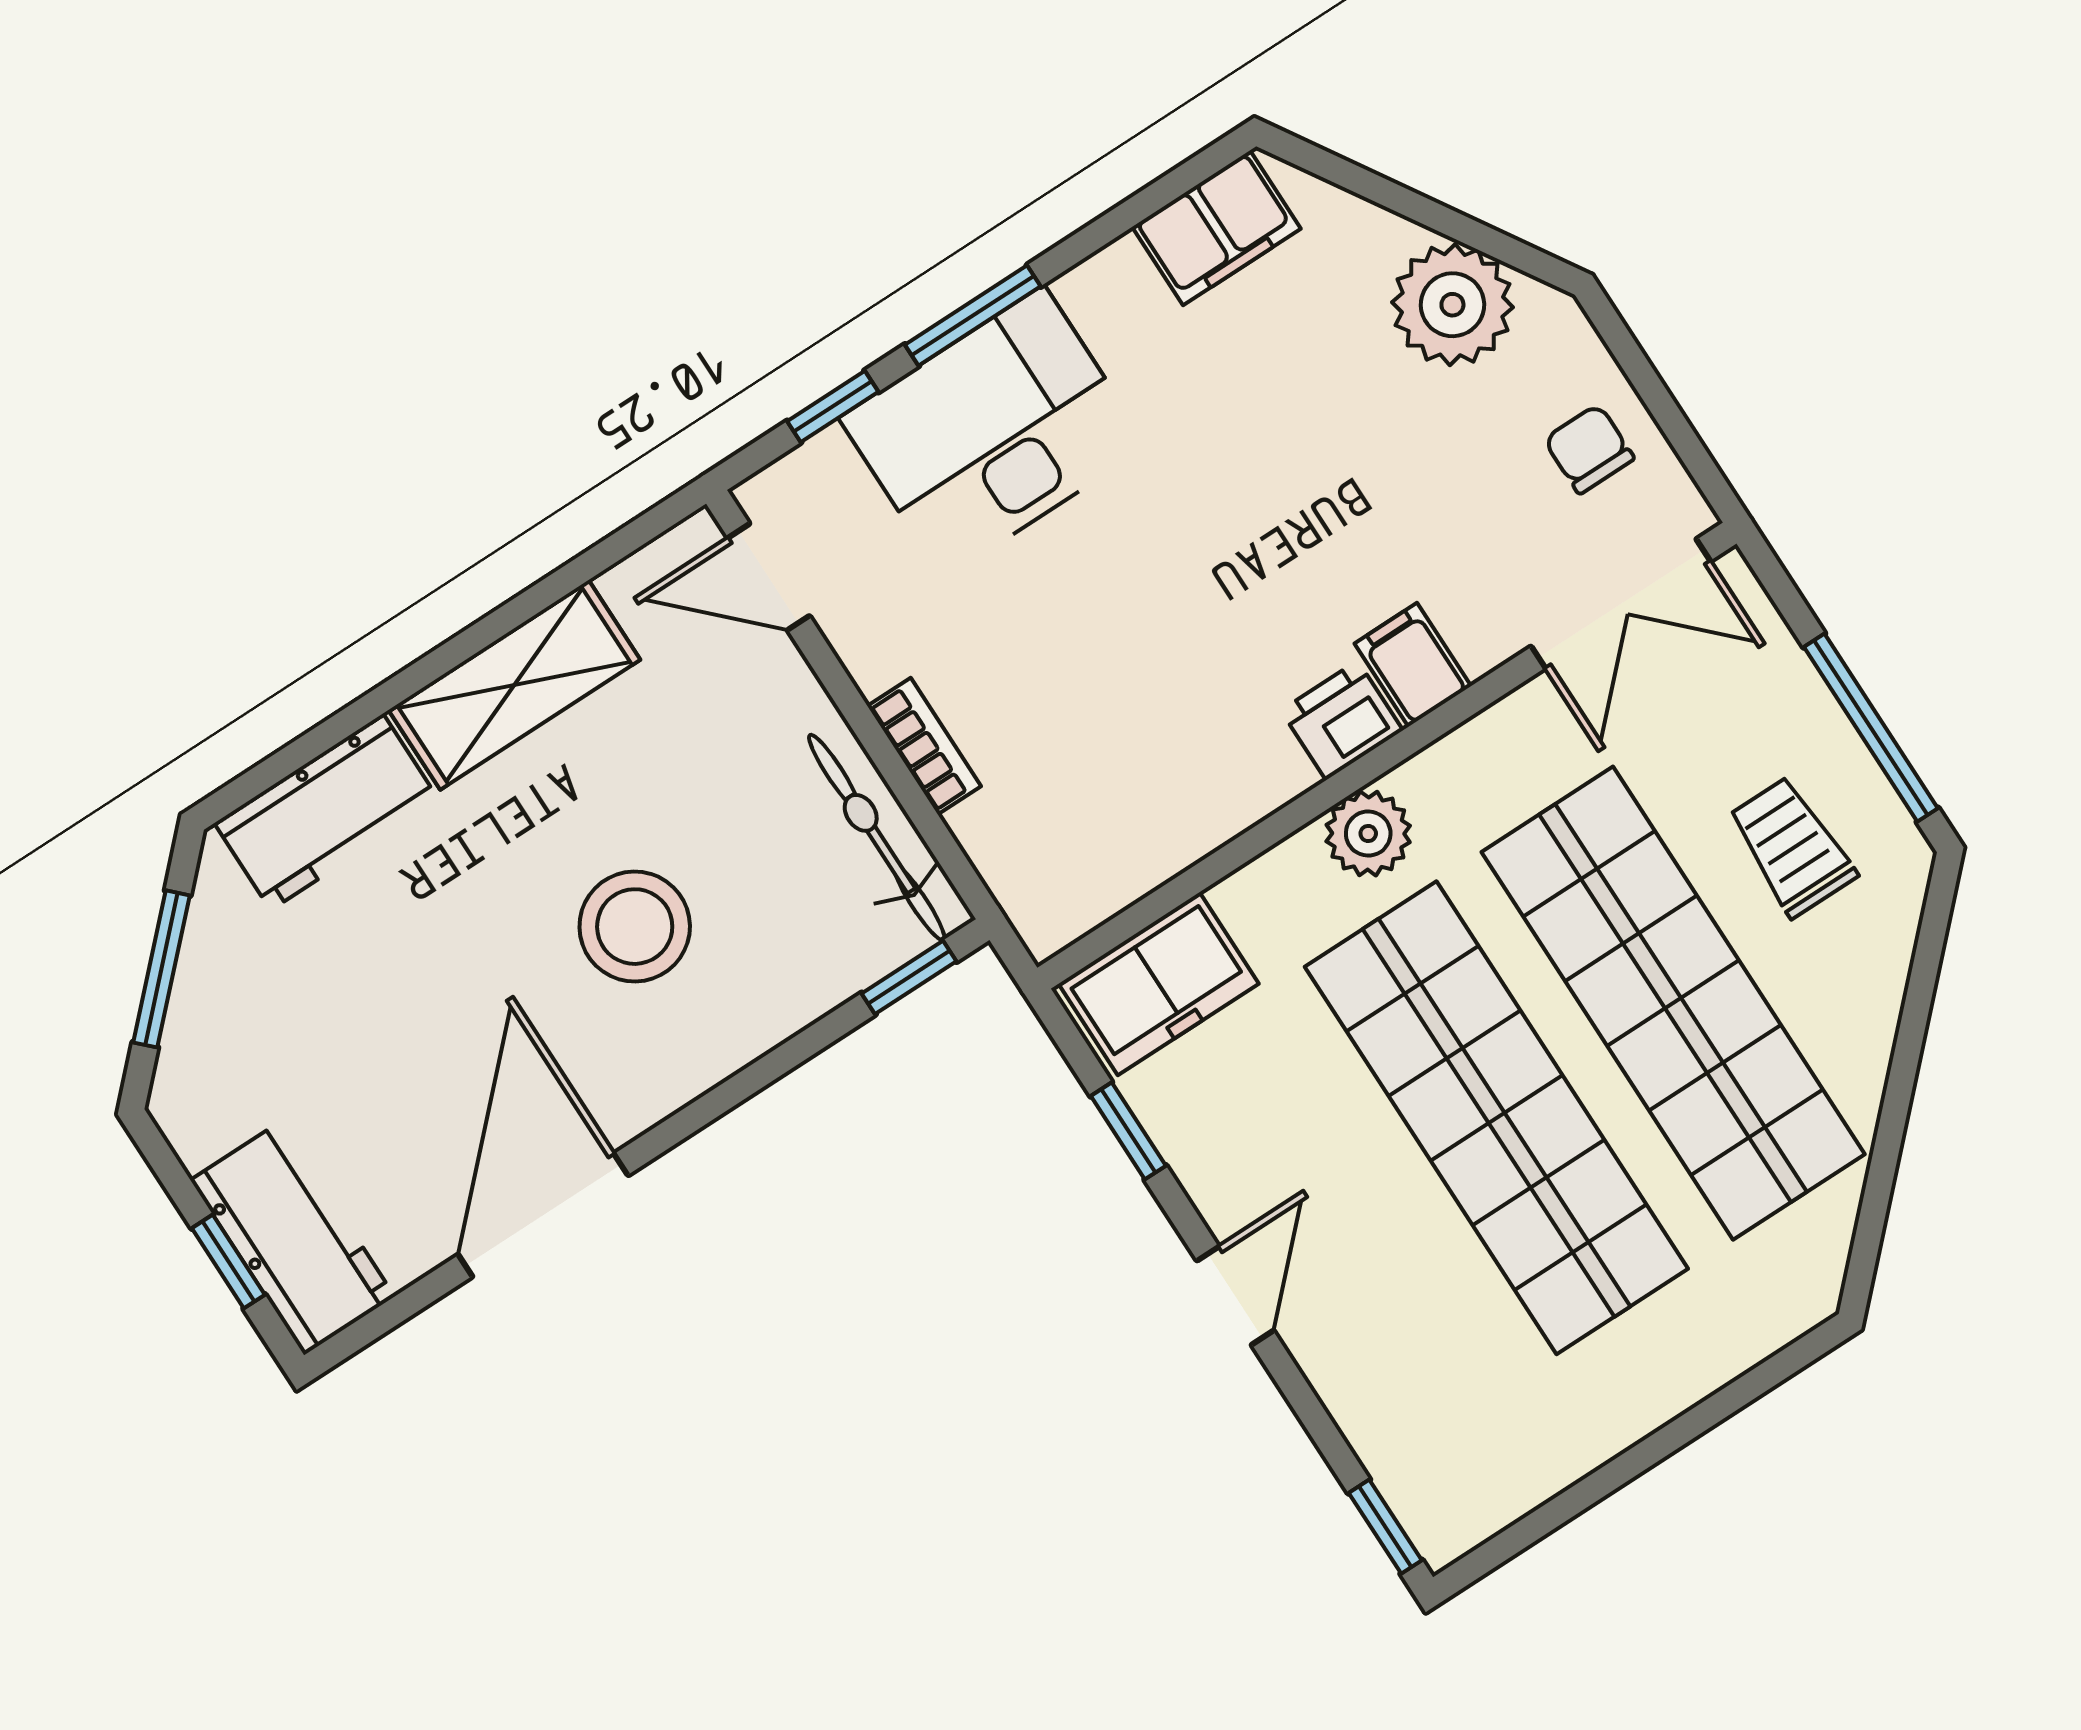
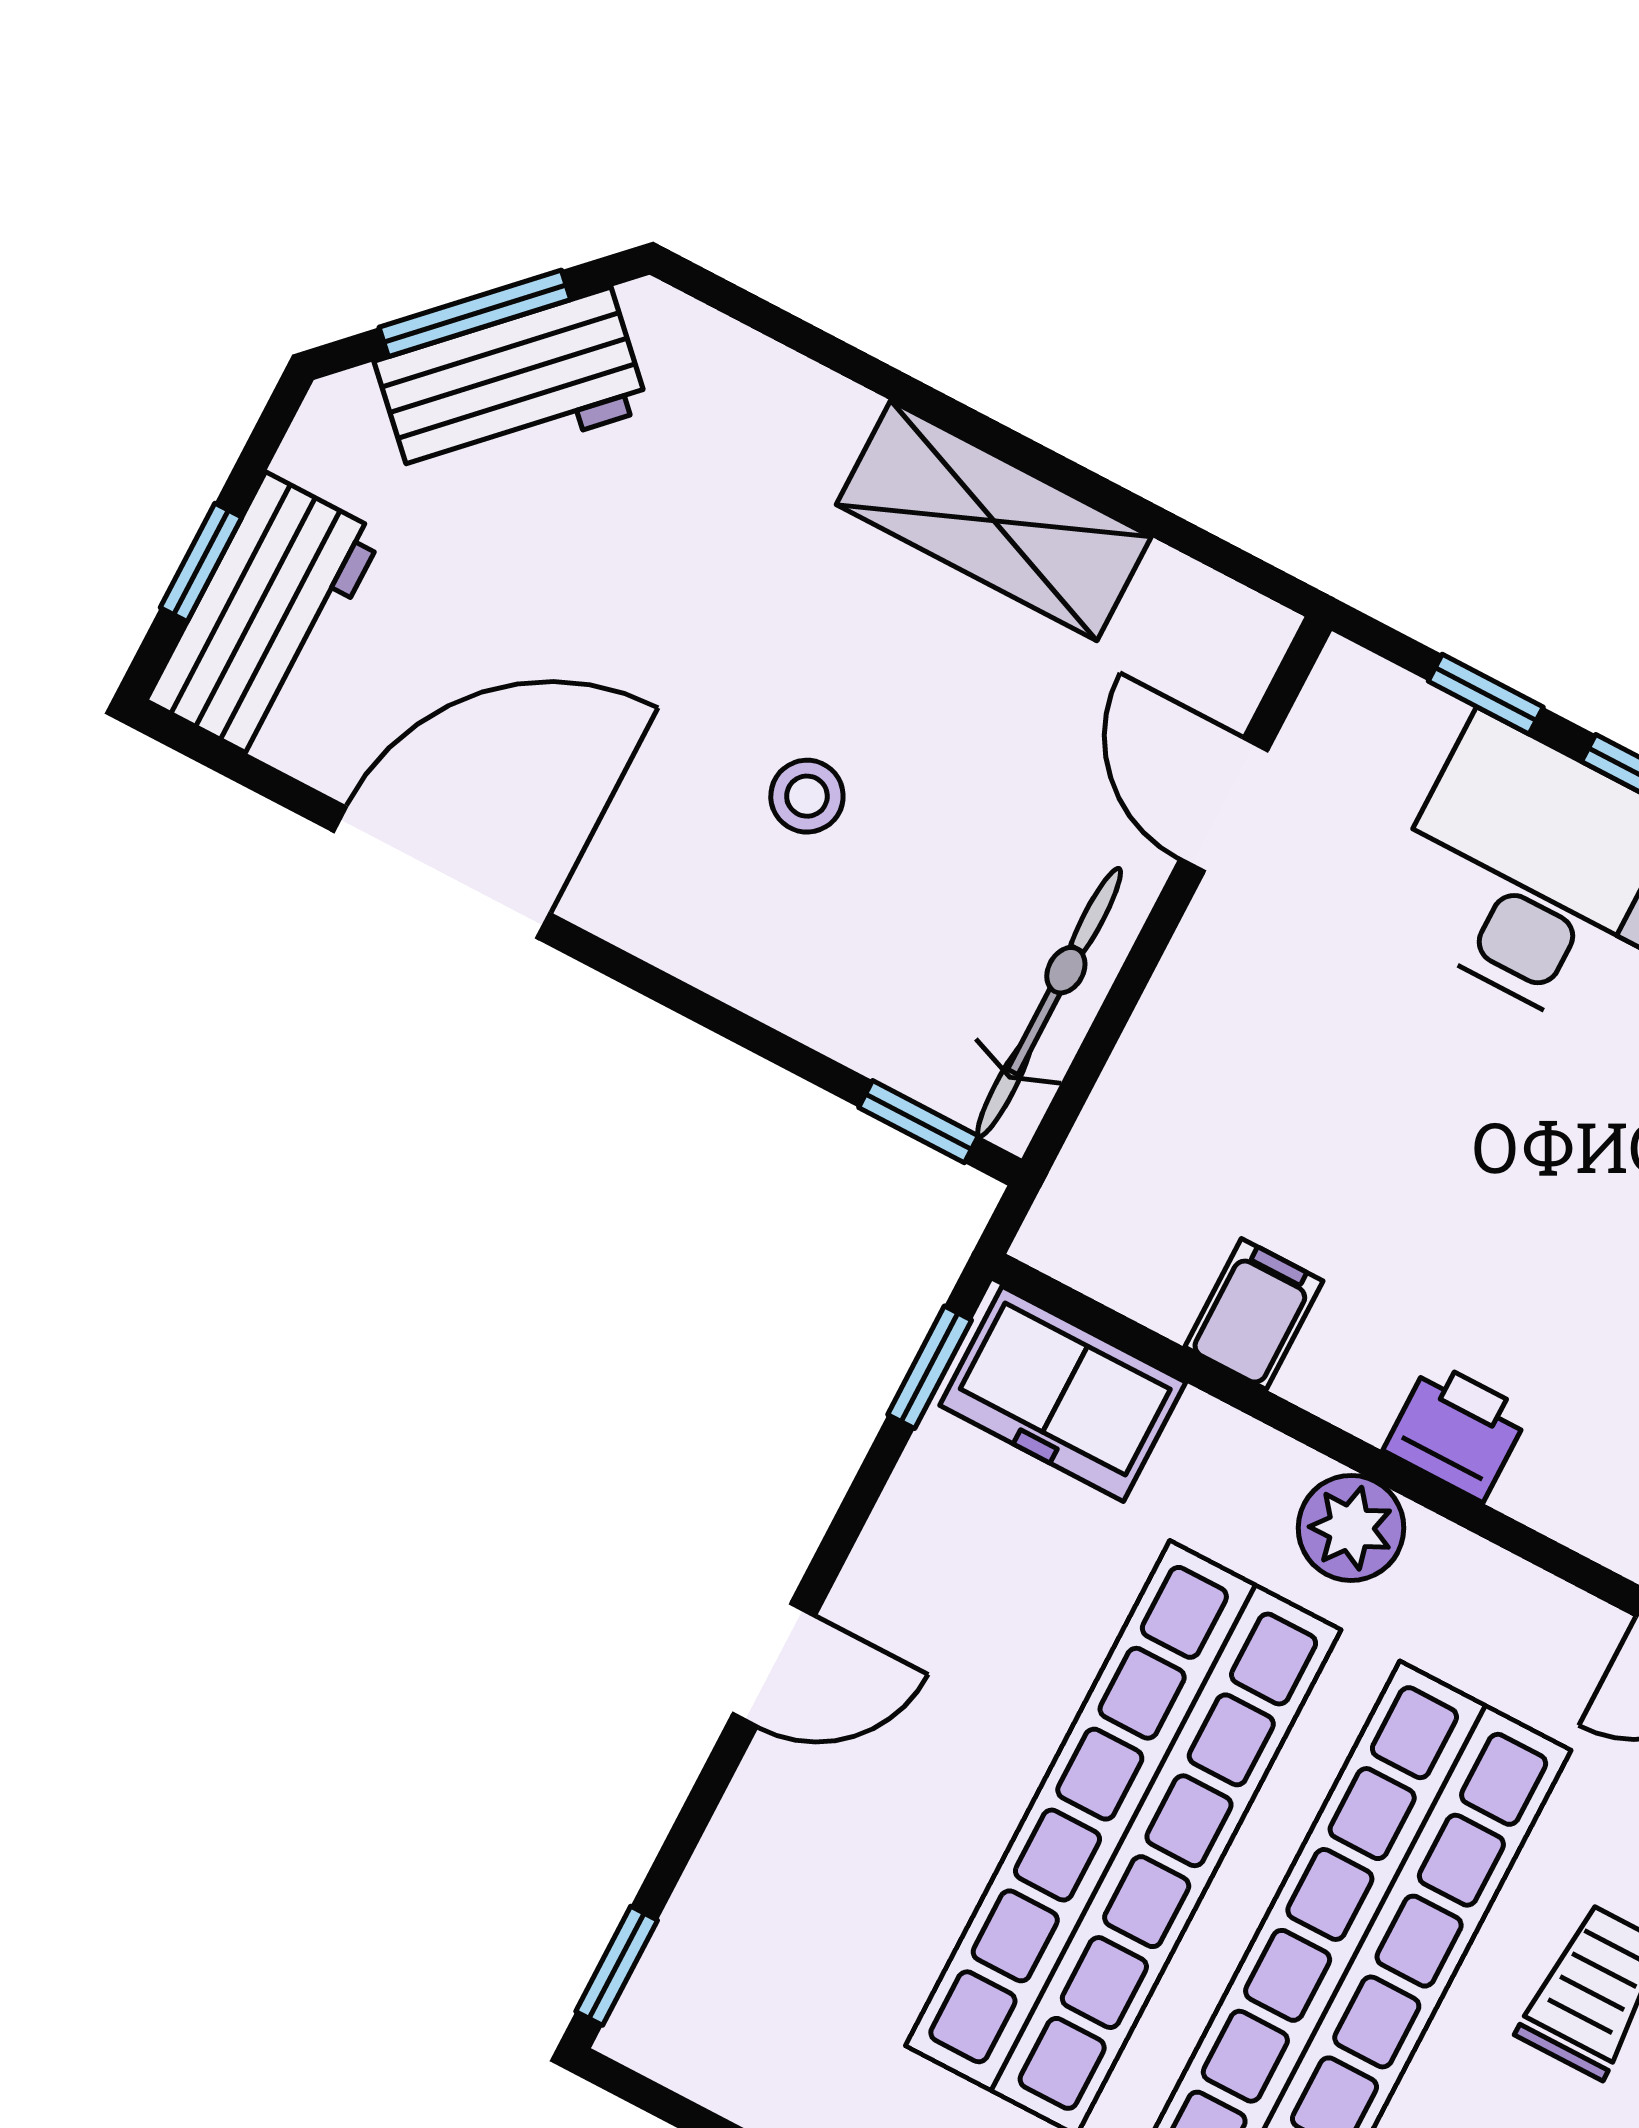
door: (769, 577) -> (1224, 805), moved
filing cabinet: (1413, 665) -> (1254, 1314), moved
bookcase: (924, 746) -> (1176, 998), removed
workbench: (327, 812) -> (512, 385), moved, turned -45
stool: (635, 927) -> (807, 796), width x0.53, depth x0.53
window: (1128, 1131) -> (930, 1367), moved

